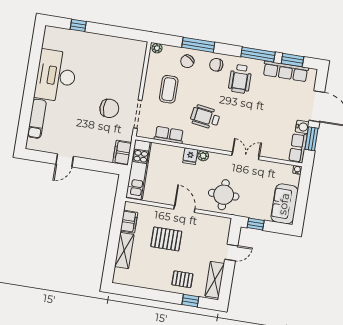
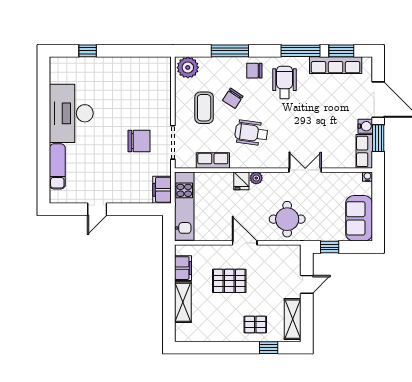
plant: (157, 48) -> (188, 67), width x1.87, depth x1.87
chair: (187, 61) -> (233, 98), moved
wheelchair: (240, 79) -> (284, 82), turned 180

